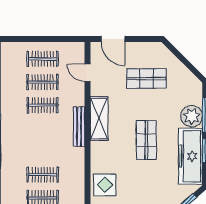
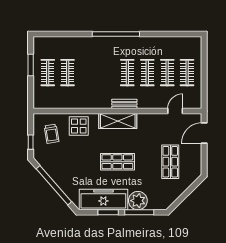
shelving: (99, 119) -> (118, 121), moved
bench: (79, 127) -> (124, 104), width x0.73
clothes rail: (43, 175) -> (127, 73), moved

